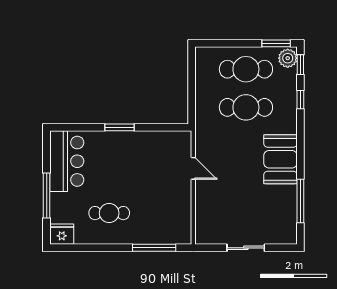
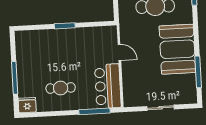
booth: (280, 159) -> (177, 49), width x1.36, depth x1.42
bar counter: (67, 161) -> (108, 86), moved, turned 180

